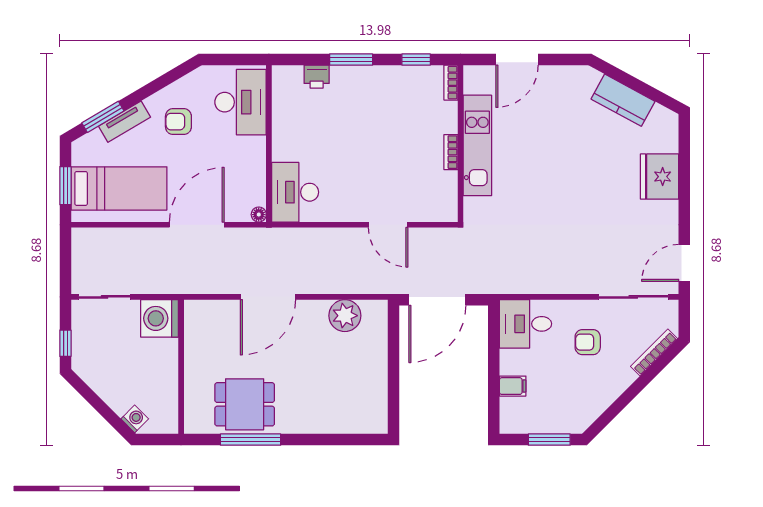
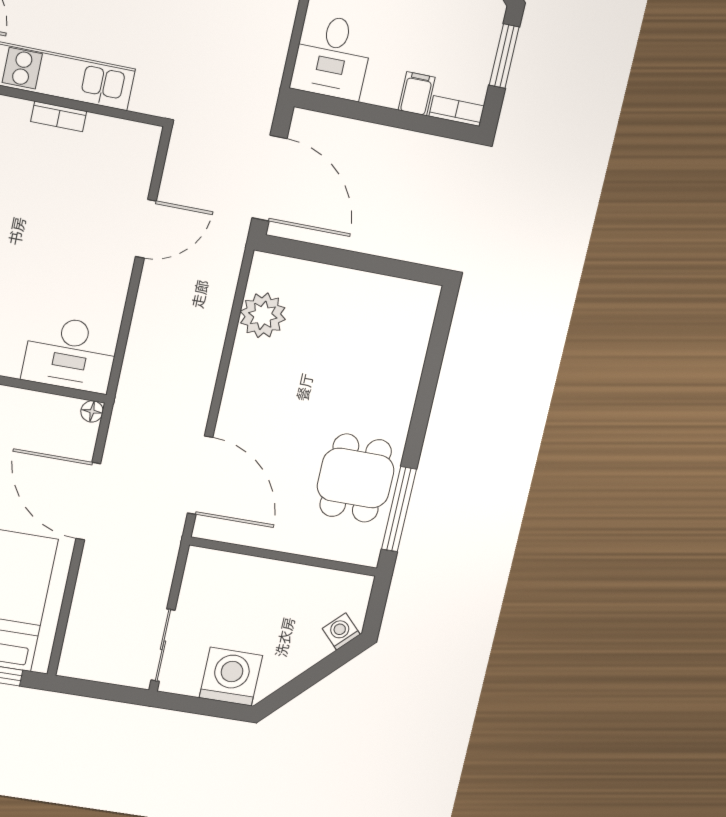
door: (268, 297) -> (200, 475), moved
washing machine: (160, 318) -> (231, 677), moved, turned 180
window: (65, 343) -> (216, 708), removed
bookcase: (507, 416) -> (457, 111), added
window: (251, 440) -> (399, 509), moved

